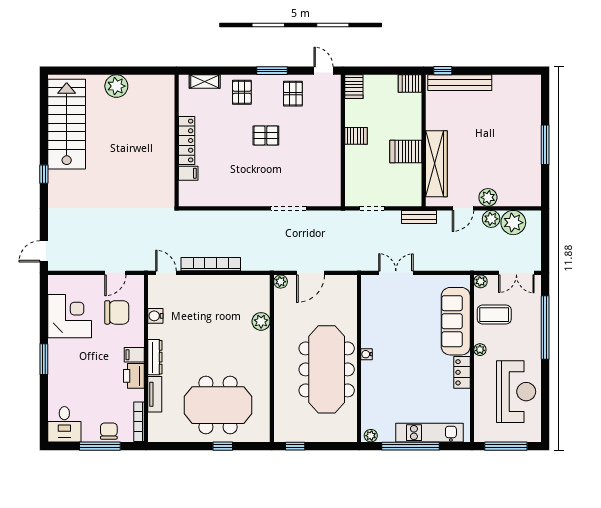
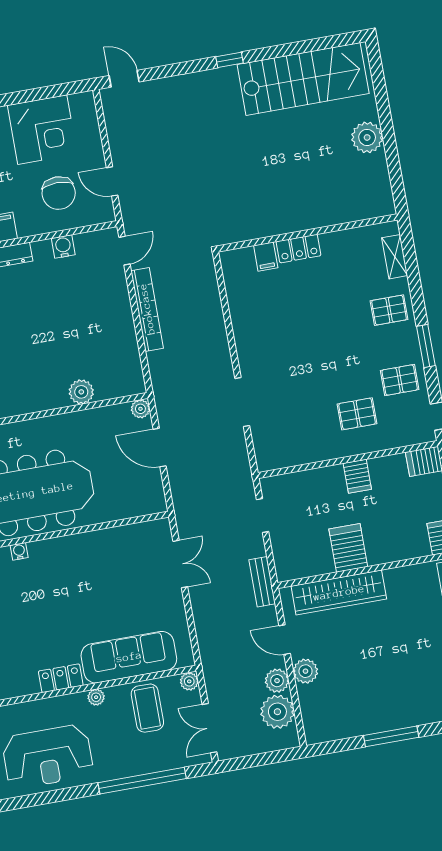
pallet: (266, 136) -> (357, 414), moved, turned 90
locker: (187, 141) -> (299, 249), width x0.66
water cooler: (367, 354) -> (19, 551), moved

